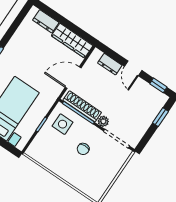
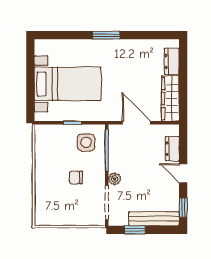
door: (133, 68) -> (183, 173), hinge flipped
shoe rack: (82, 106) -> (115, 150), removed
bench: (152, 112) -> (154, 219), added
window: (161, 117) -> (135, 230), moved

